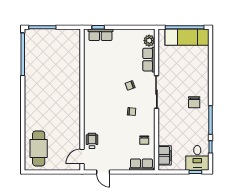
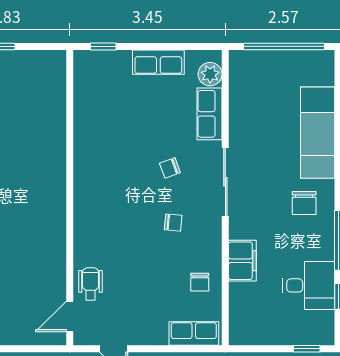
row of seats: (100, 35) -> (158, 62), moved
exam couch: (187, 37) -> (318, 133), moved, turned 90
filing cabinet: (165, 155) -> (242, 261), moved
desk: (197, 158) -> (309, 285), moved, turned -90

